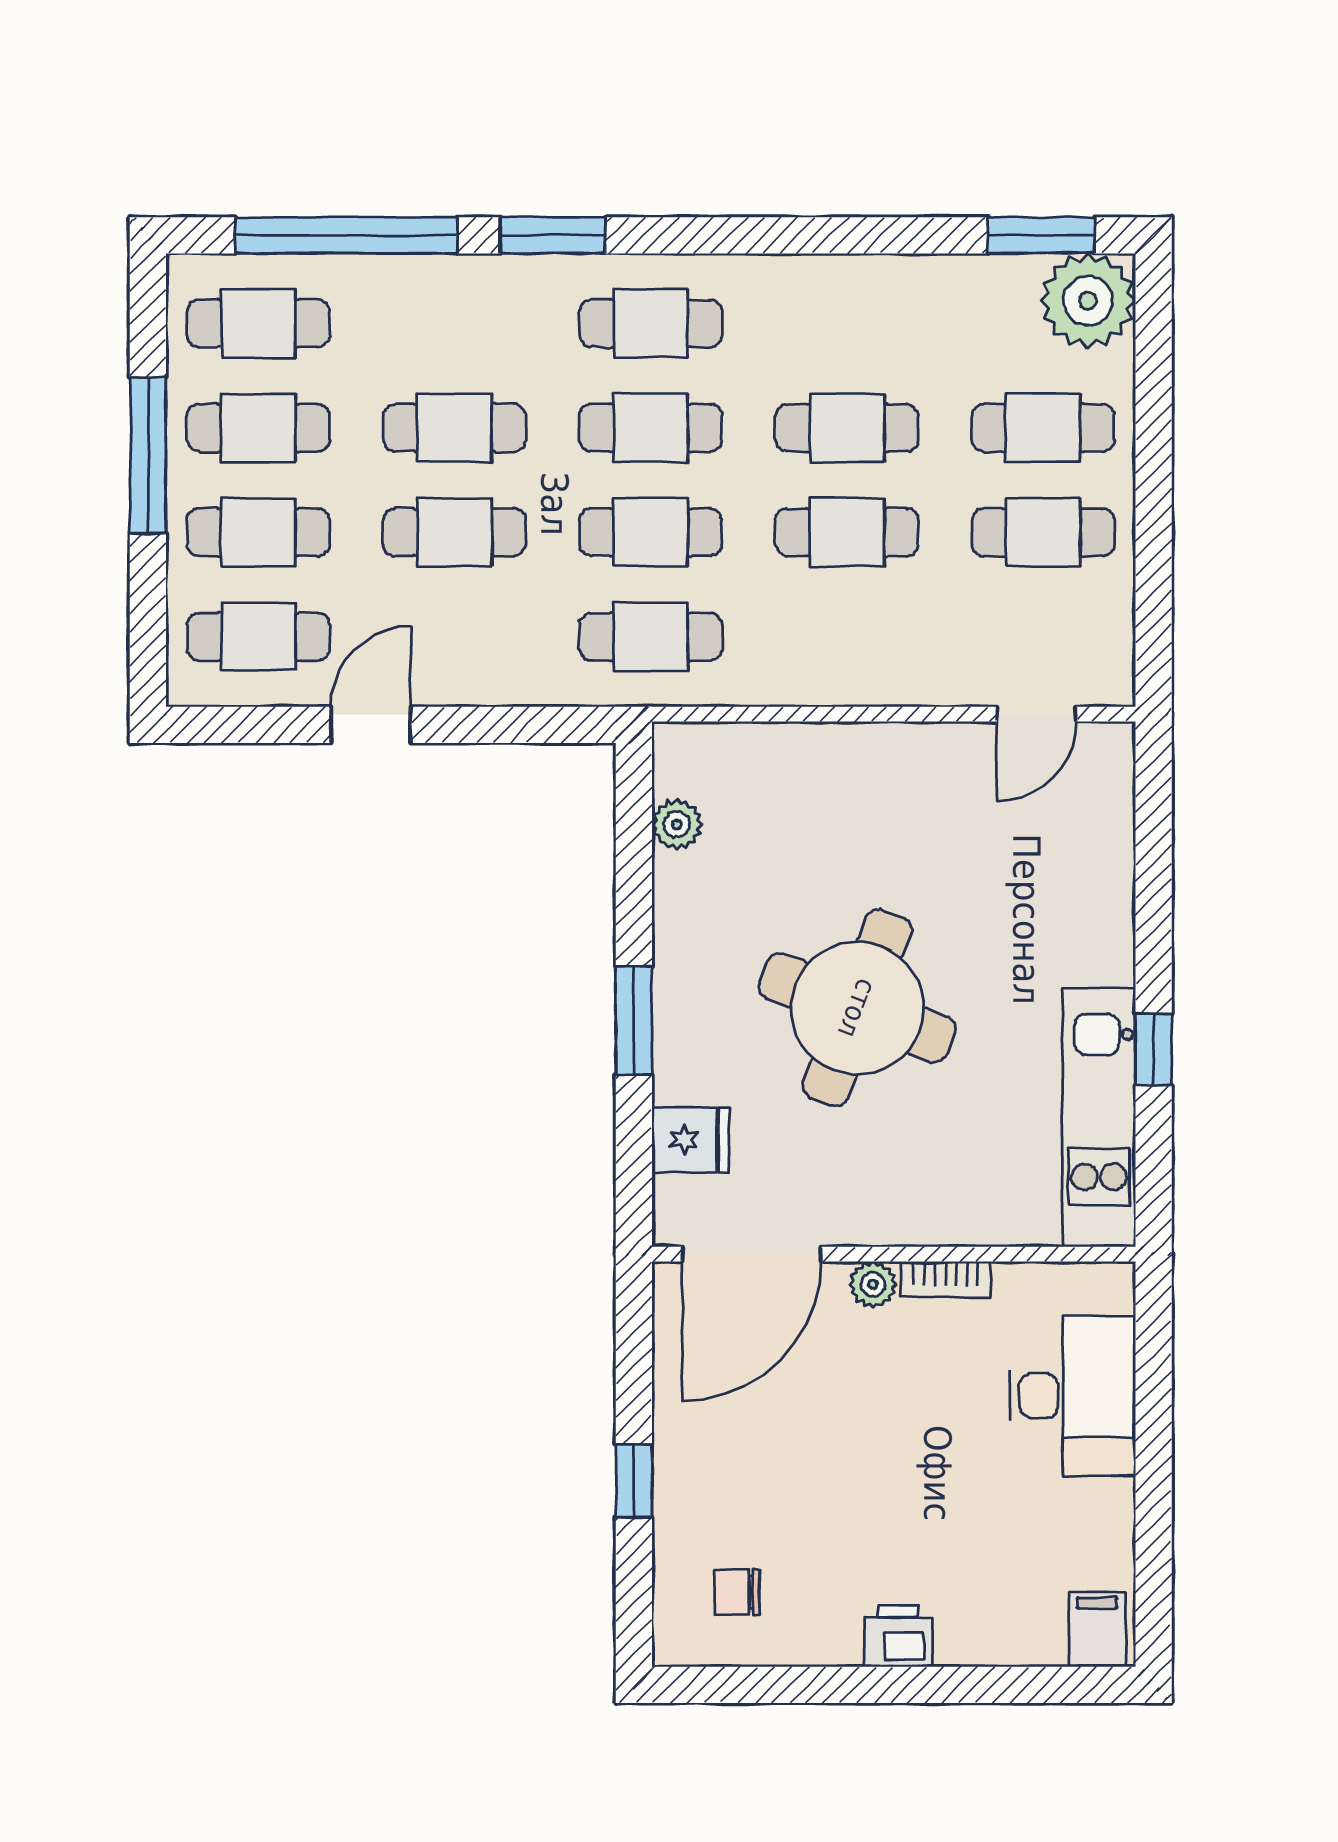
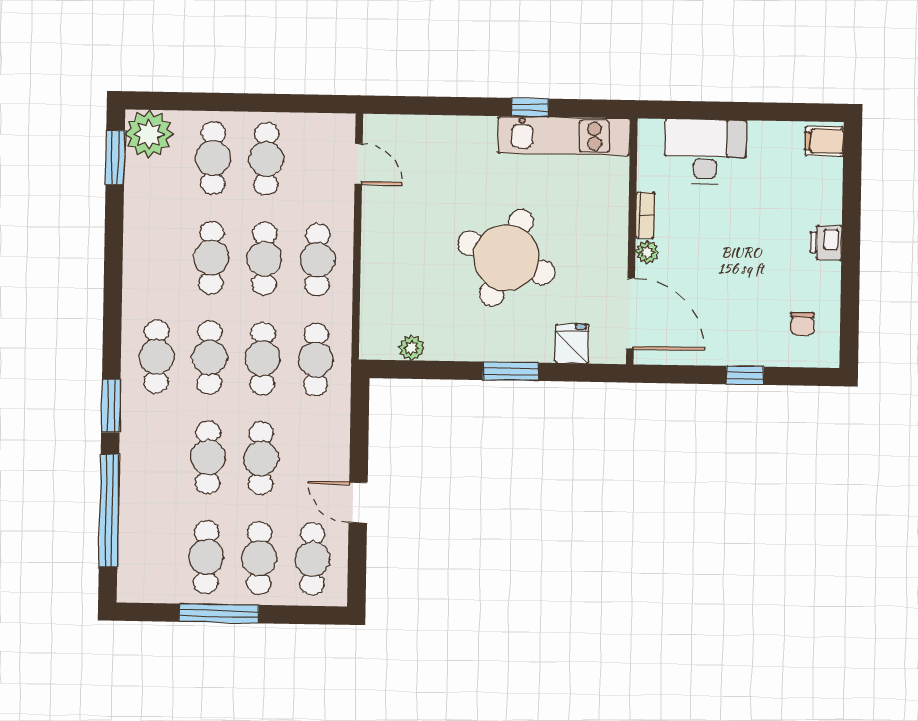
cafe table: (258, 323) -> (318, 260), moved

